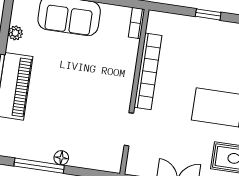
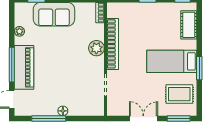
plant: (124, 74) -> (96, 48), added

